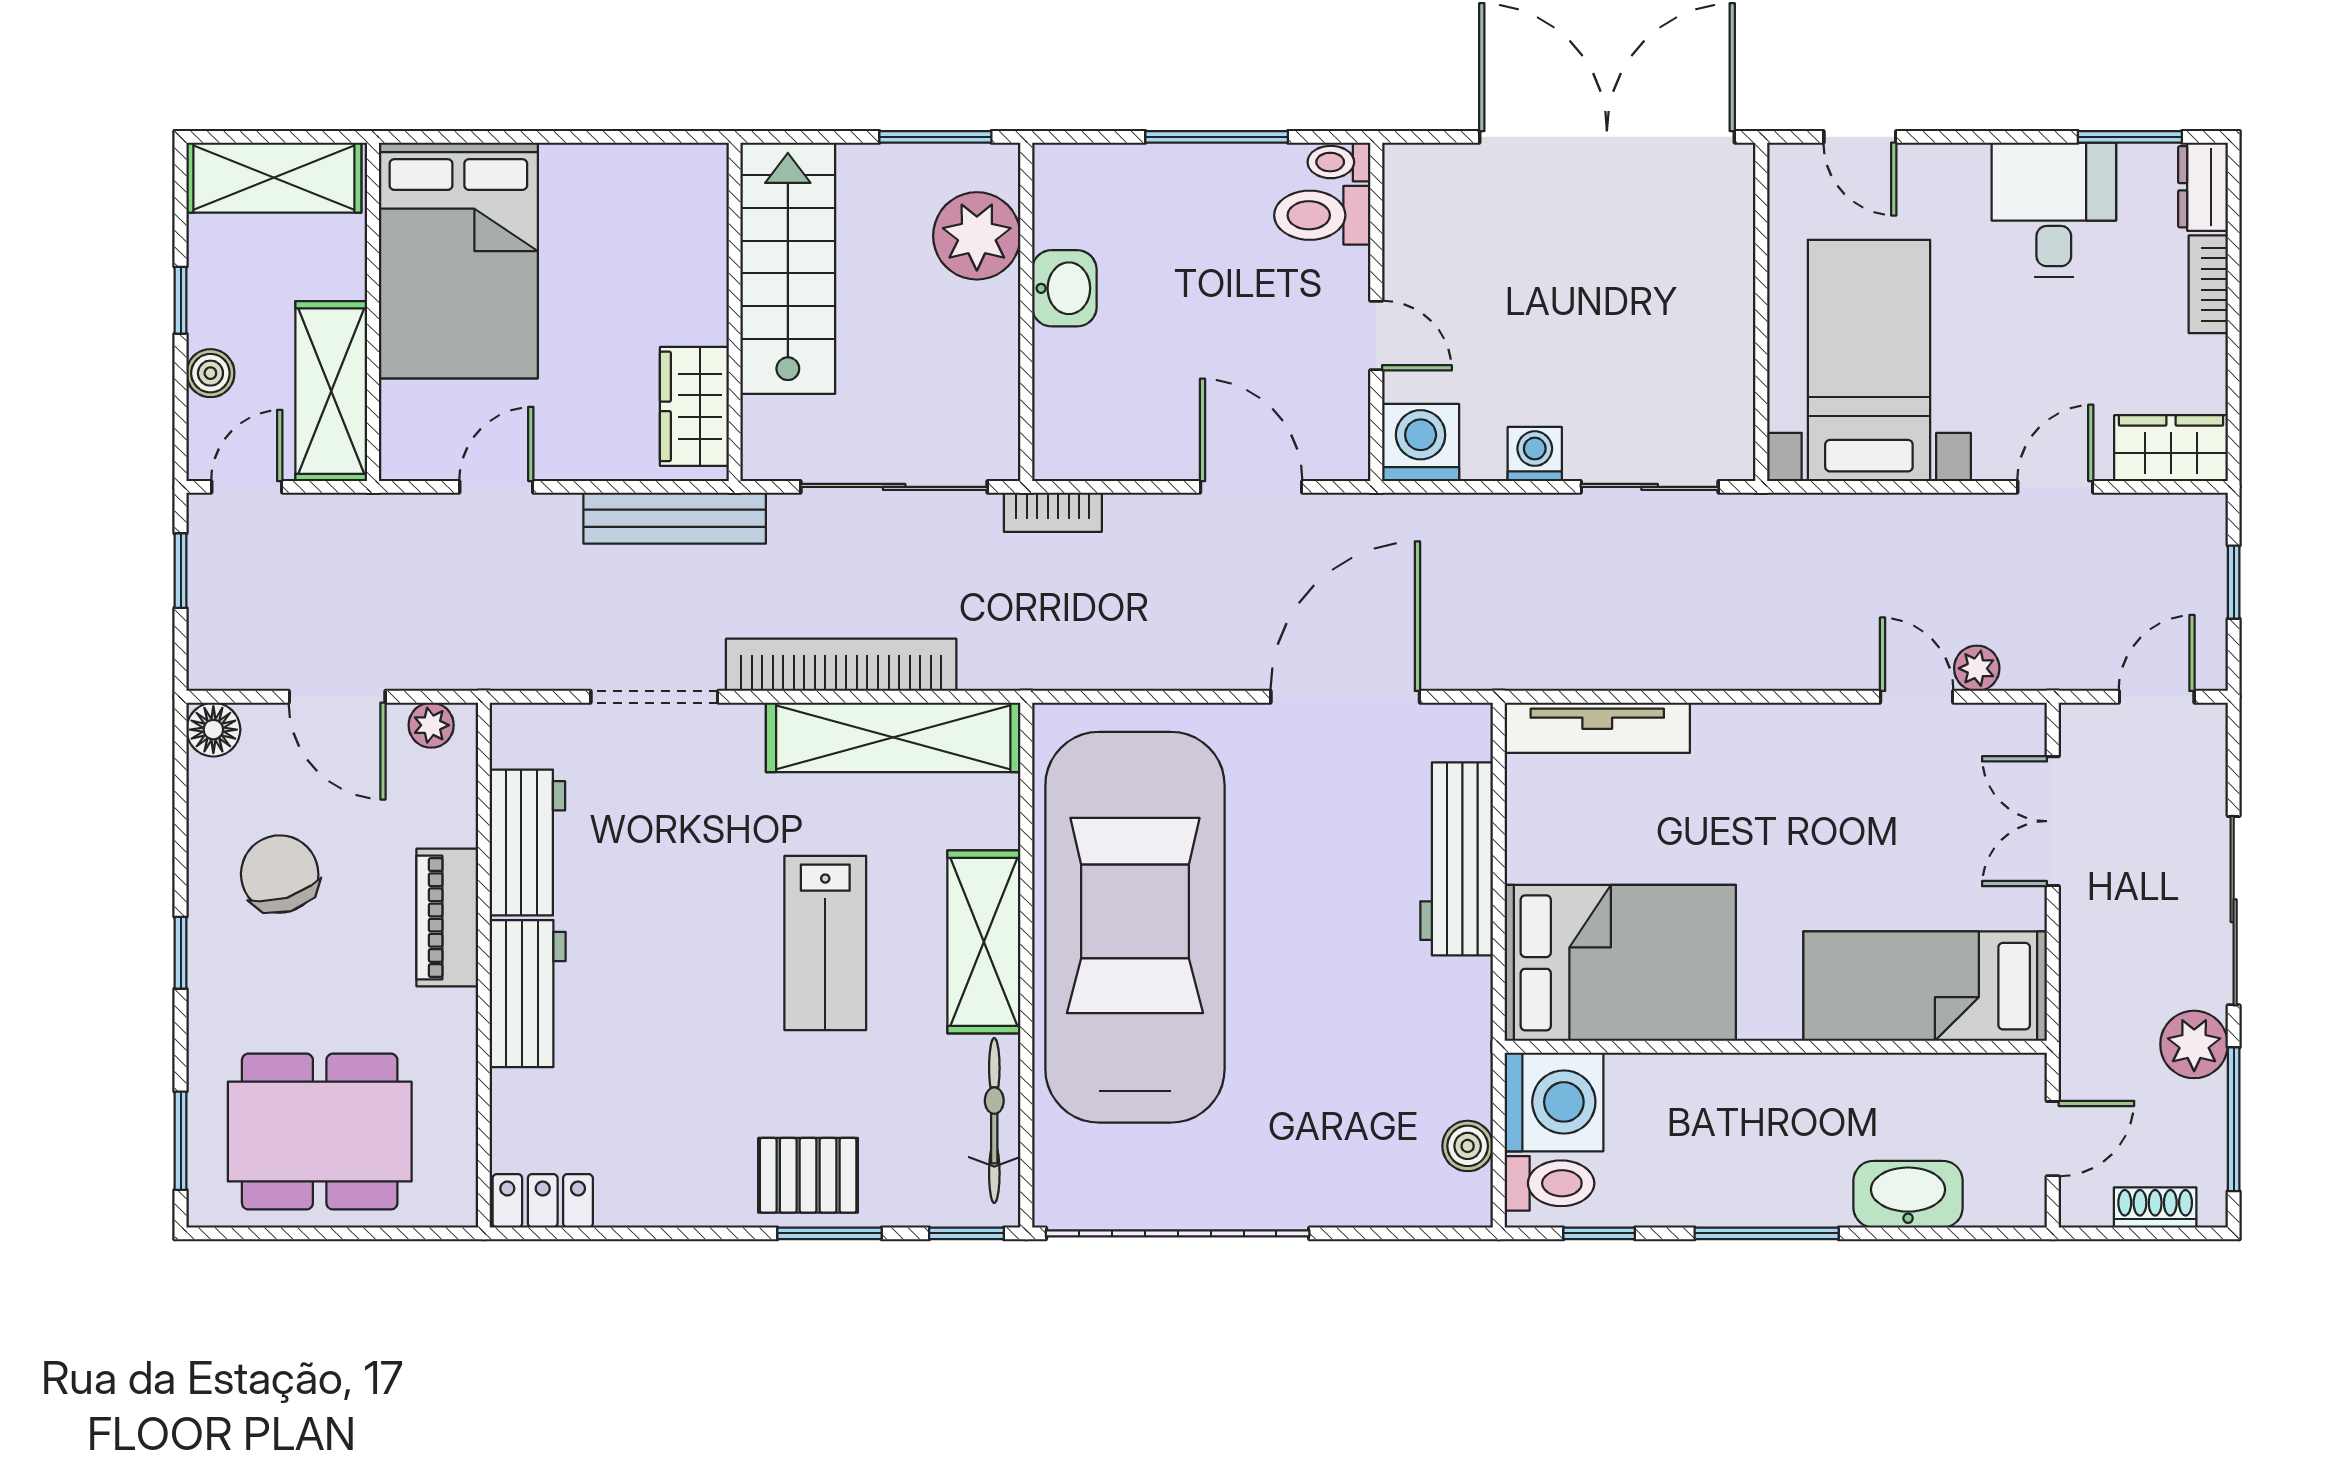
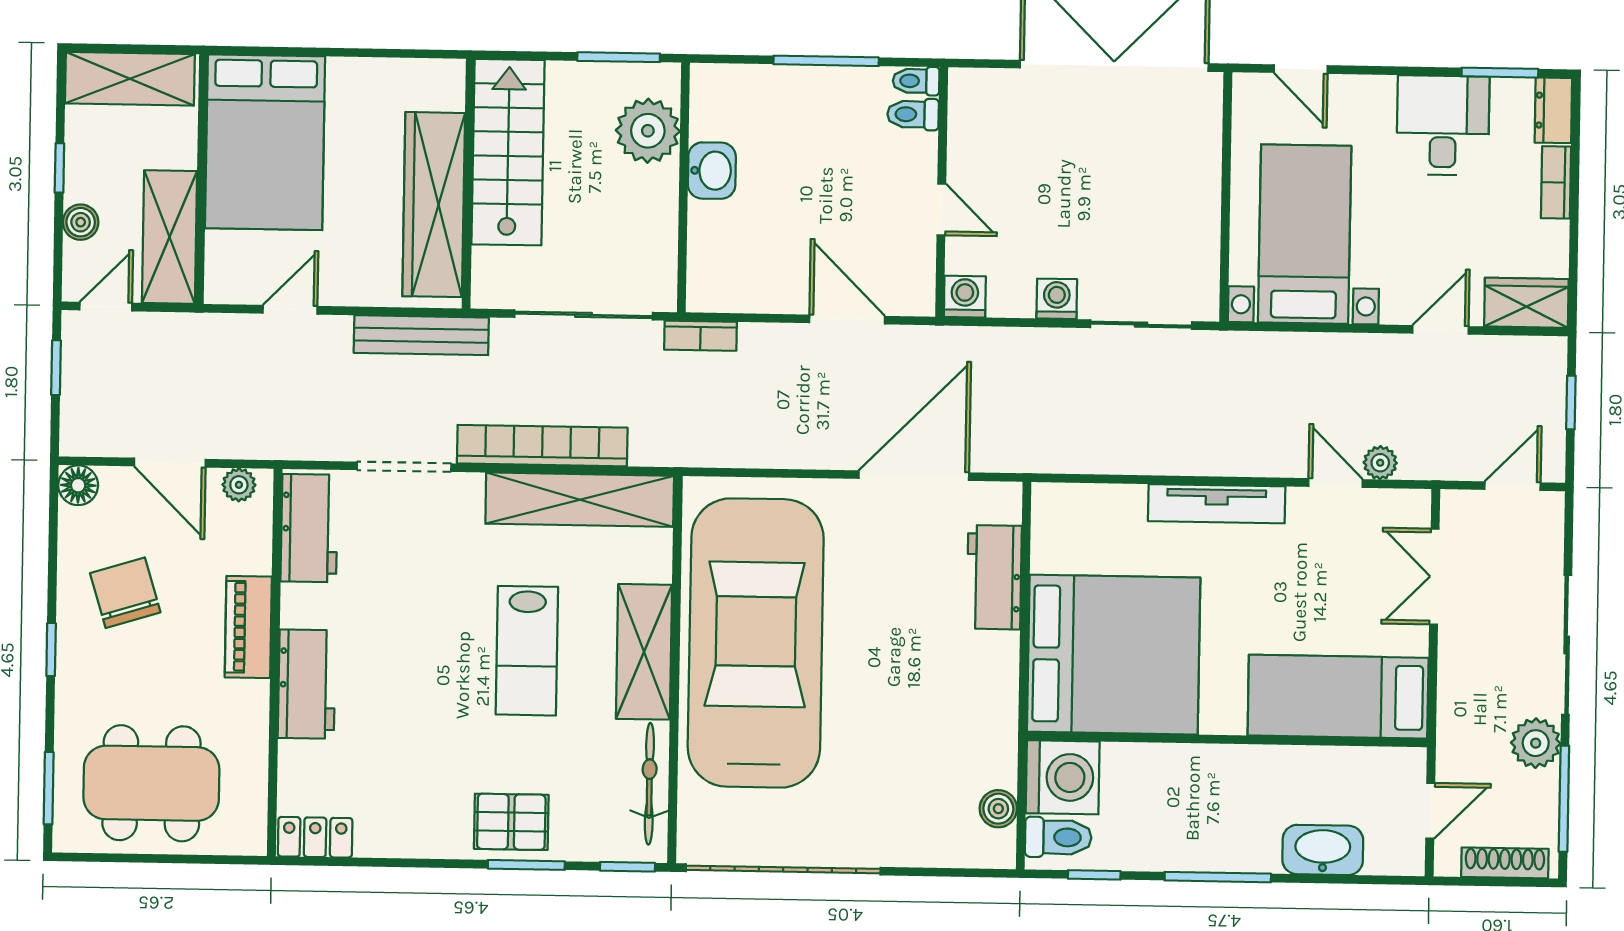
toilet: (1322, 215) -> (913, 114), width x0.73, depth x0.72
wardrobe: (694, 406) -> (434, 205), width x2.10, depth x1.17
washing machine: (1421, 442) -> (965, 297), width x0.73, depth x0.73
tv unit: (1597, 728) -> (1217, 504), moved
workbench: (527, 842) -> (309, 528), moved
workbench: (1457, 859) -> (994, 577), width x0.73
bed: (1620, 963) -> (1114, 655), width x1.36
shoe rack: (2155, 1208) -> (1505, 863), width x1.43

